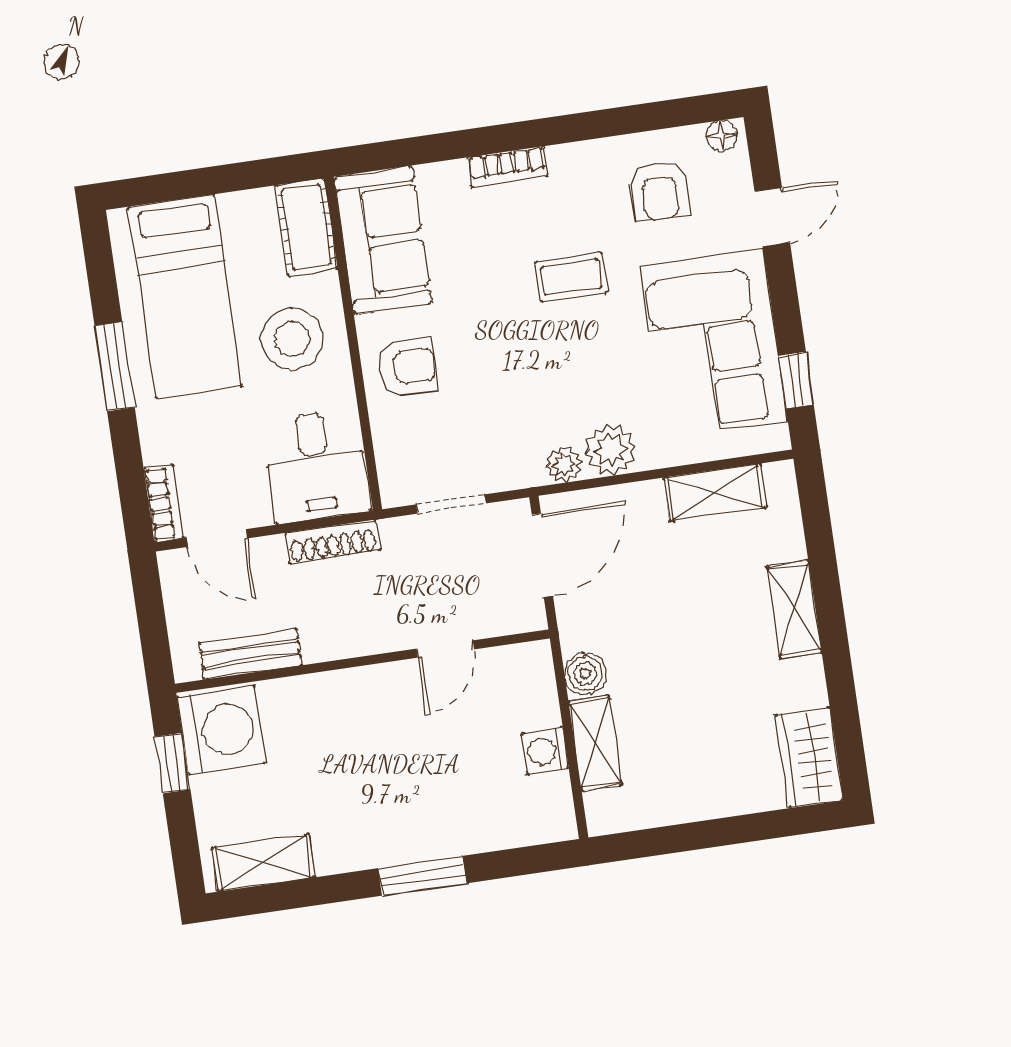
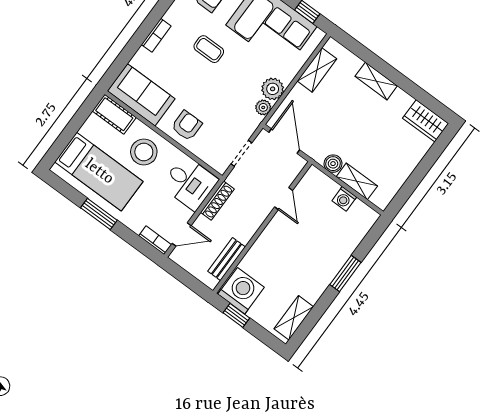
coffee table: (571, 277) -> (209, 49), turned 90

